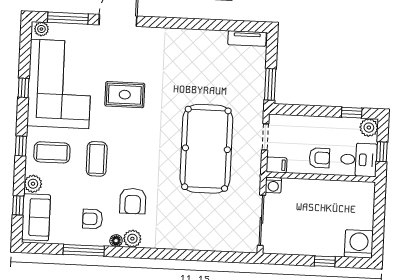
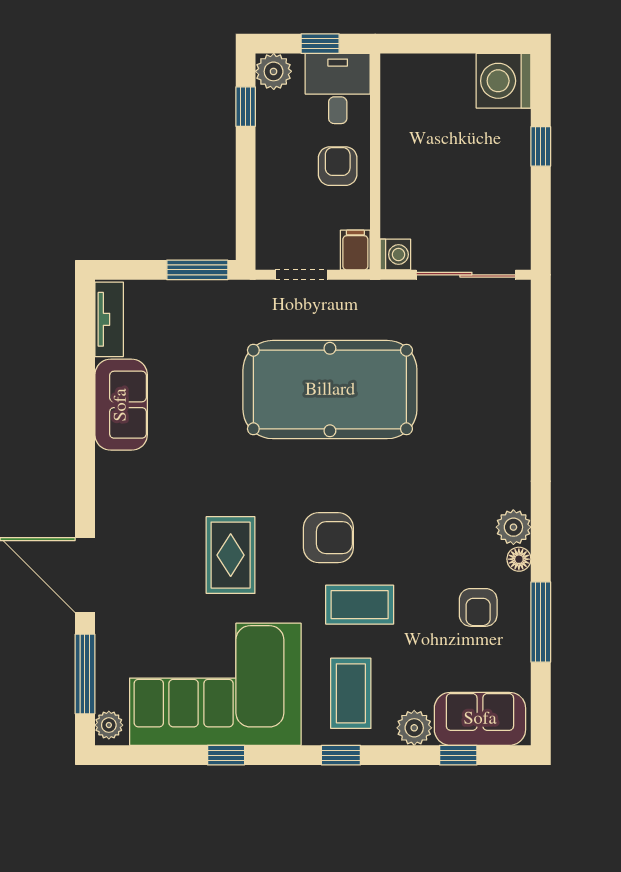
sofa: (203, 43) -> (121, 405), added
armchair: (133, 201) -> (328, 538), moved

